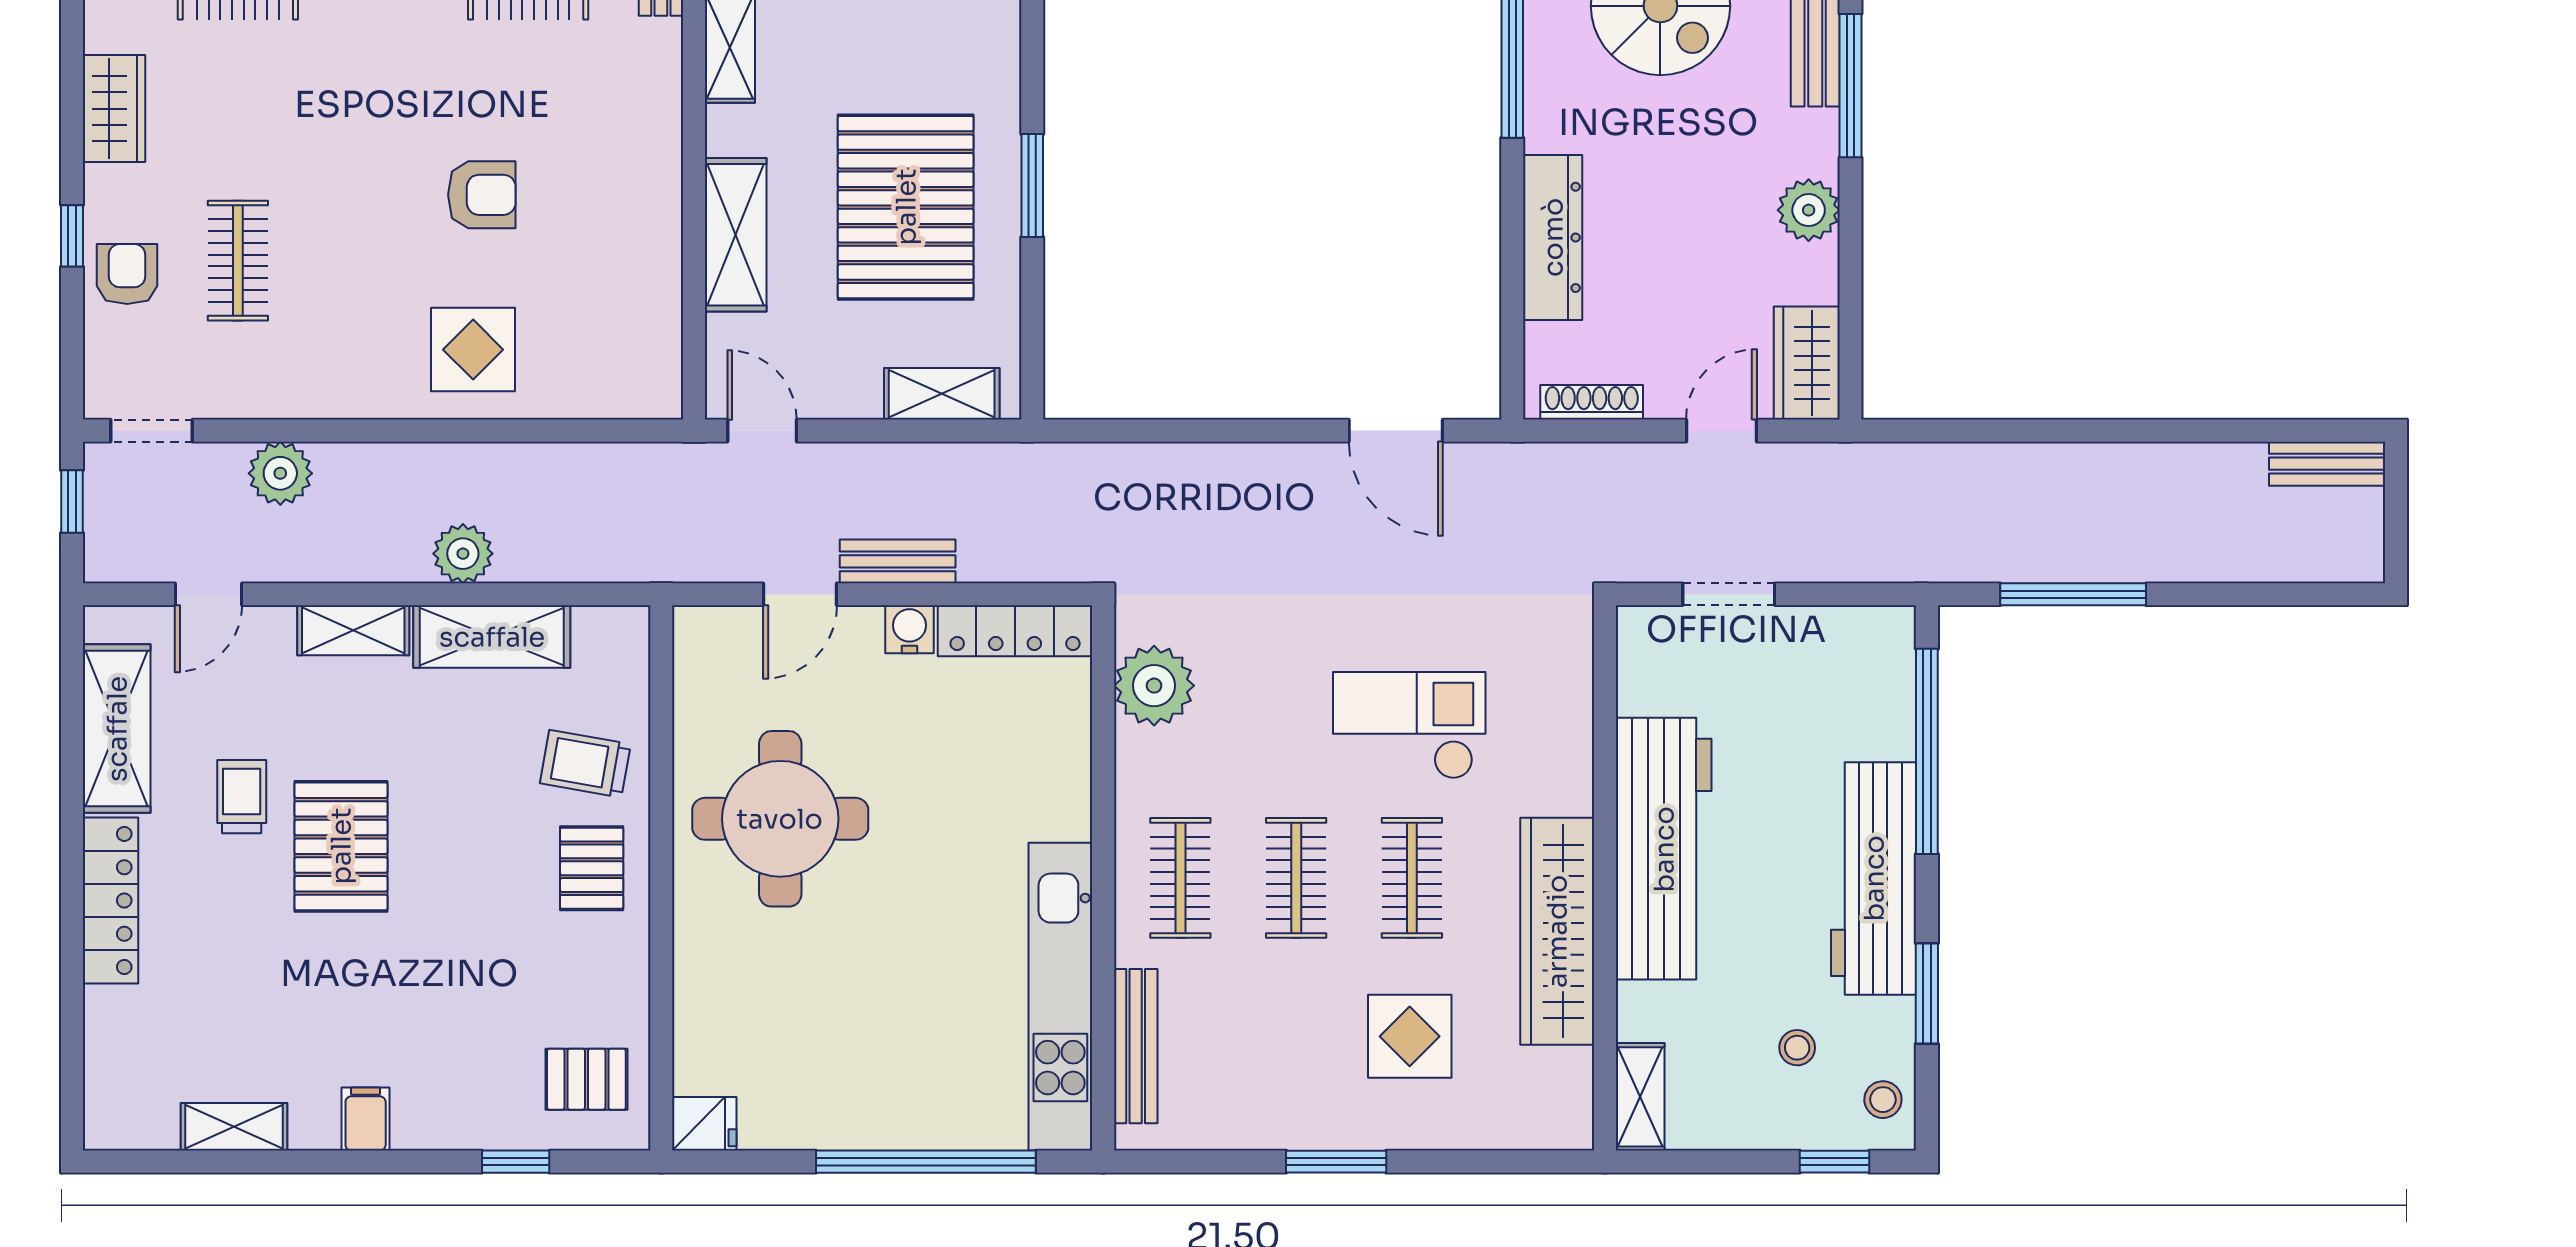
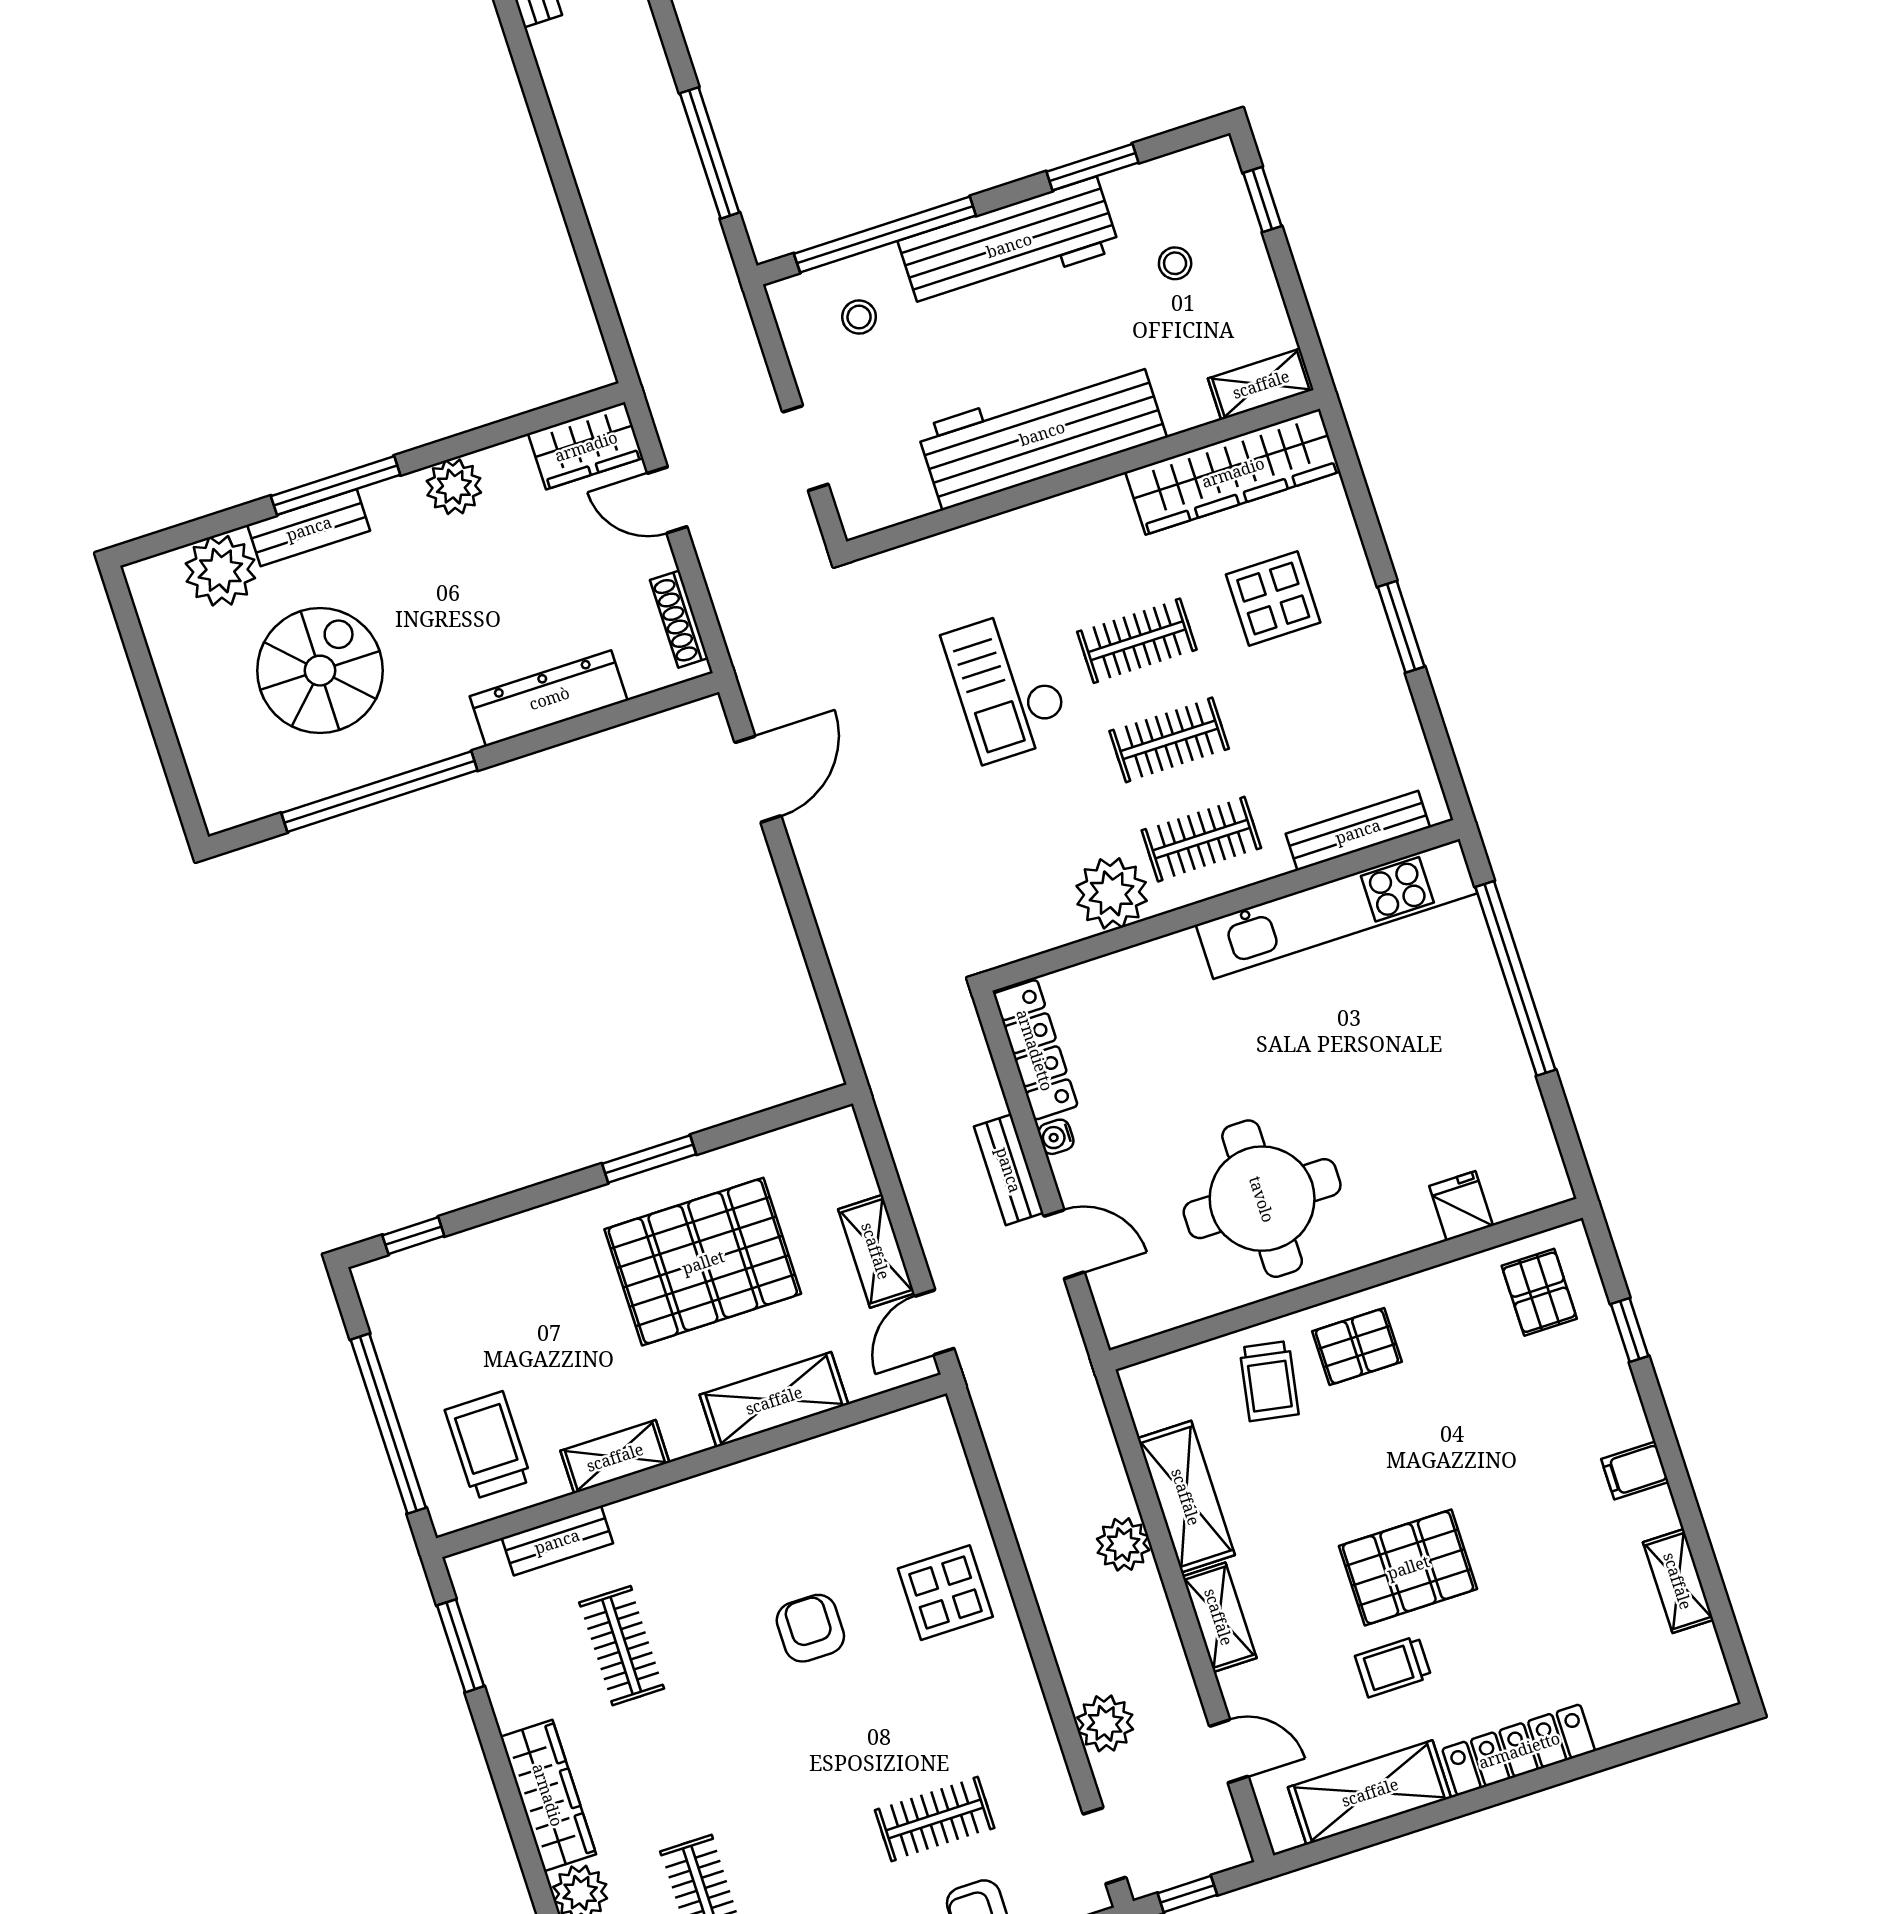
shelving: (942, 394) -> (876, 1251), moved
water cooler: (909, 629) -> (1056, 1137), width x0.72, depth x0.72
plant: (1154, 686) -> (1112, 893), moved
wardrobe: (1557, 931) -> (1233, 472), moved
stool: (1883, 1100) -> (859, 317), moved
fridge: (704, 1124) -> (1461, 1206), moved

